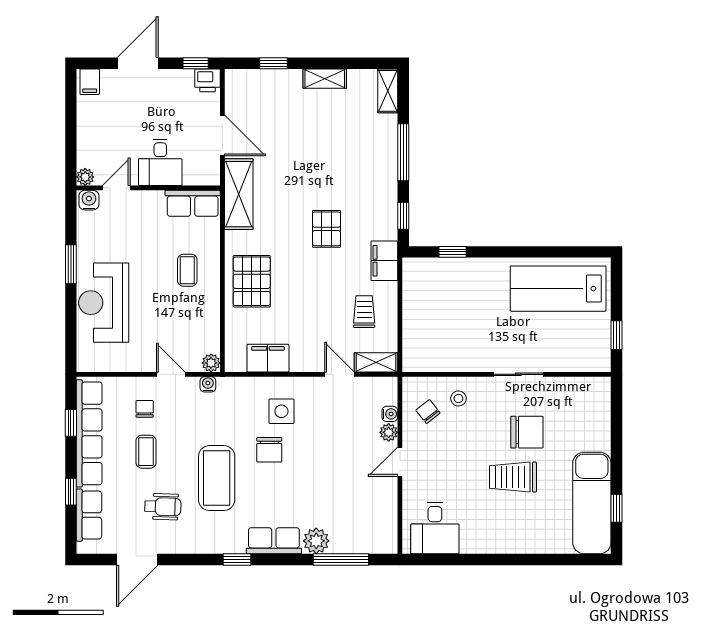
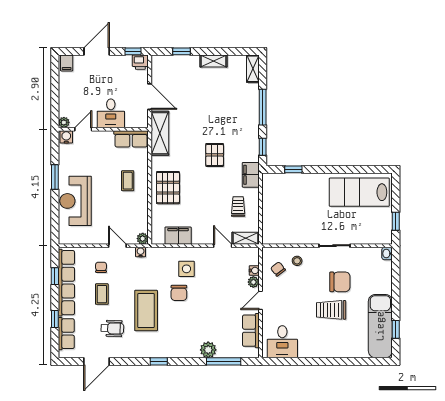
washbasin: (603, 387) -> (387, 254), added
row of seats: (274, 541) -> (251, 331), moved, turned -90

